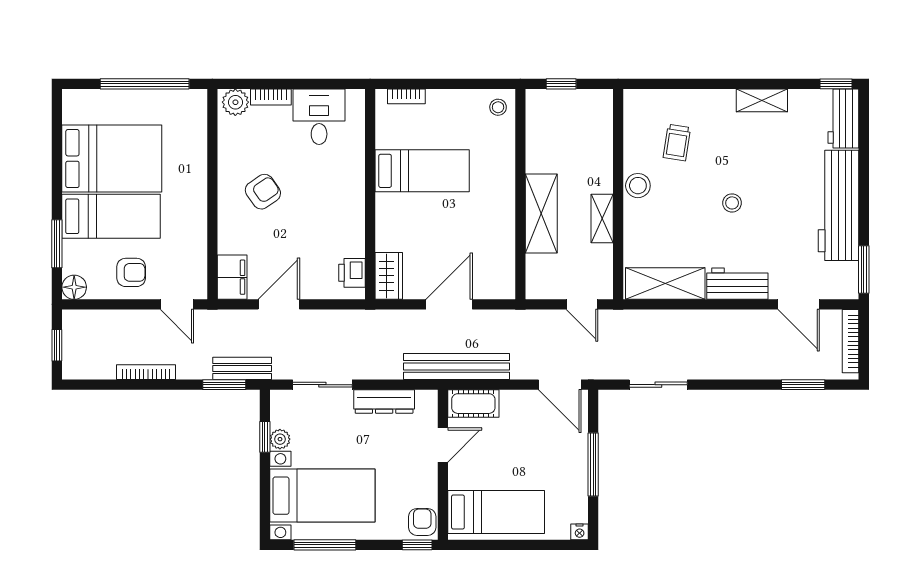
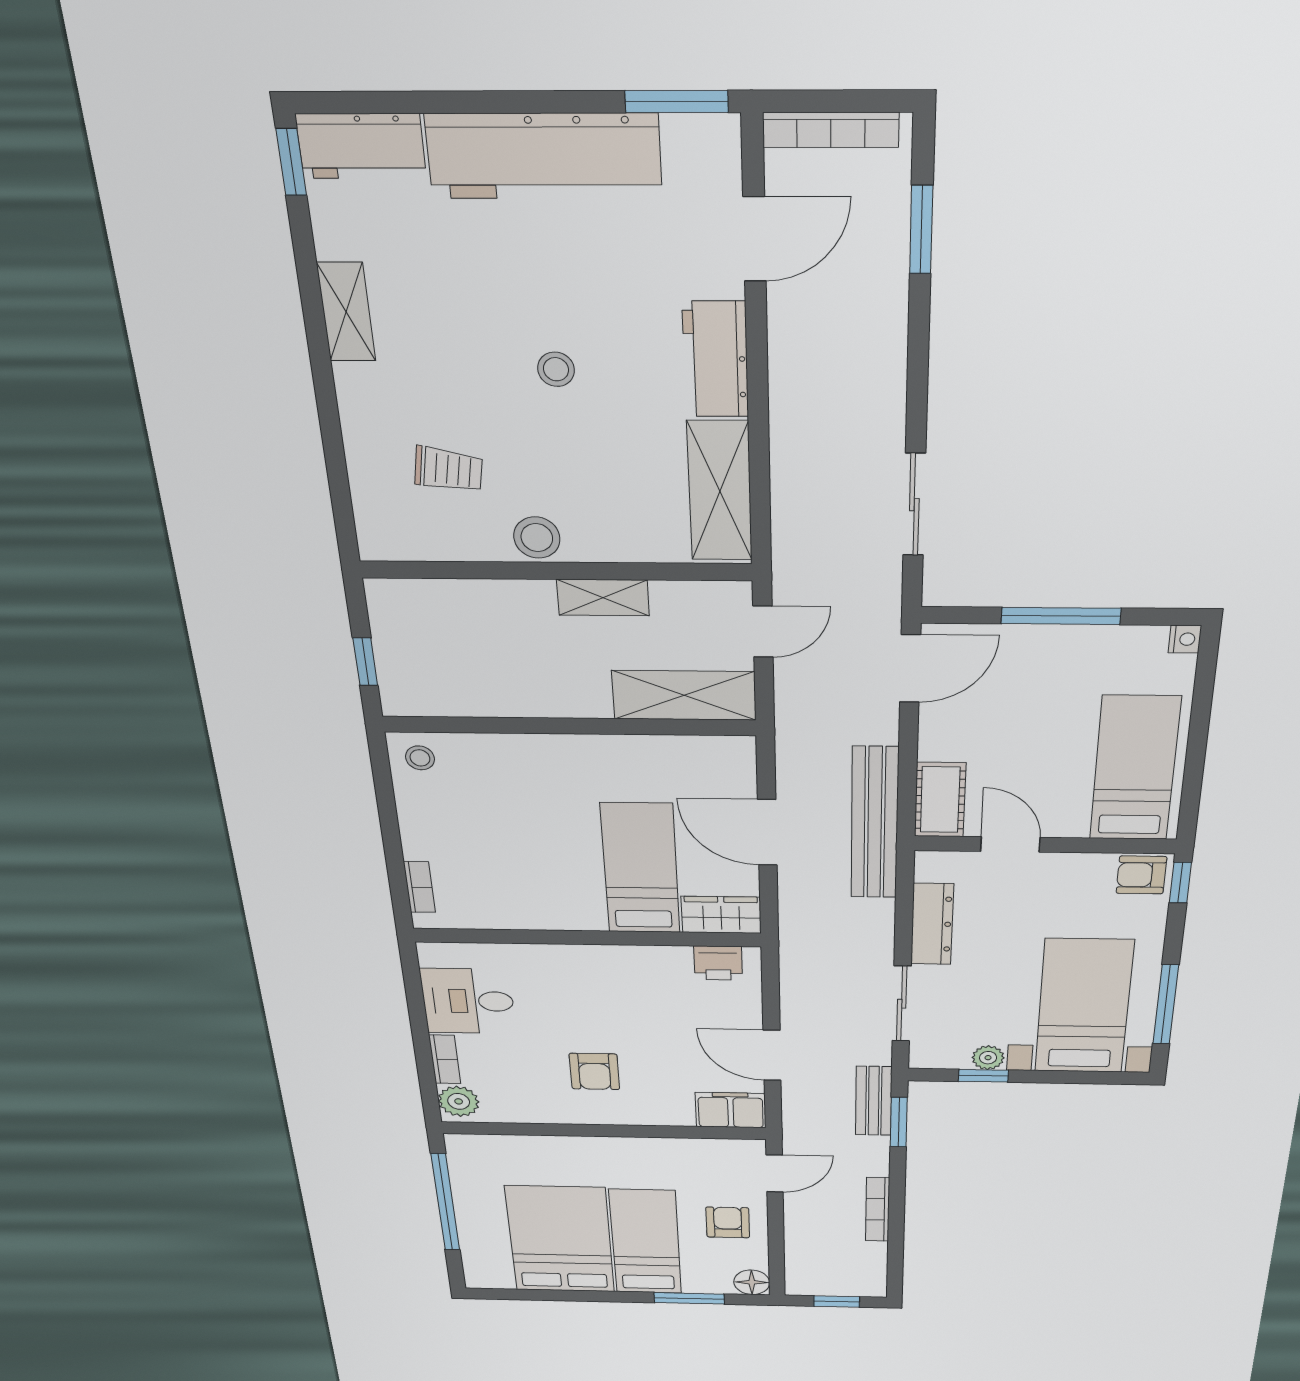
bed: (422, 171) -> (640, 869), moved
armchair: (263, 192) -> (594, 1071), turned -145
shelving: (541, 213) -> (684, 695), moved

